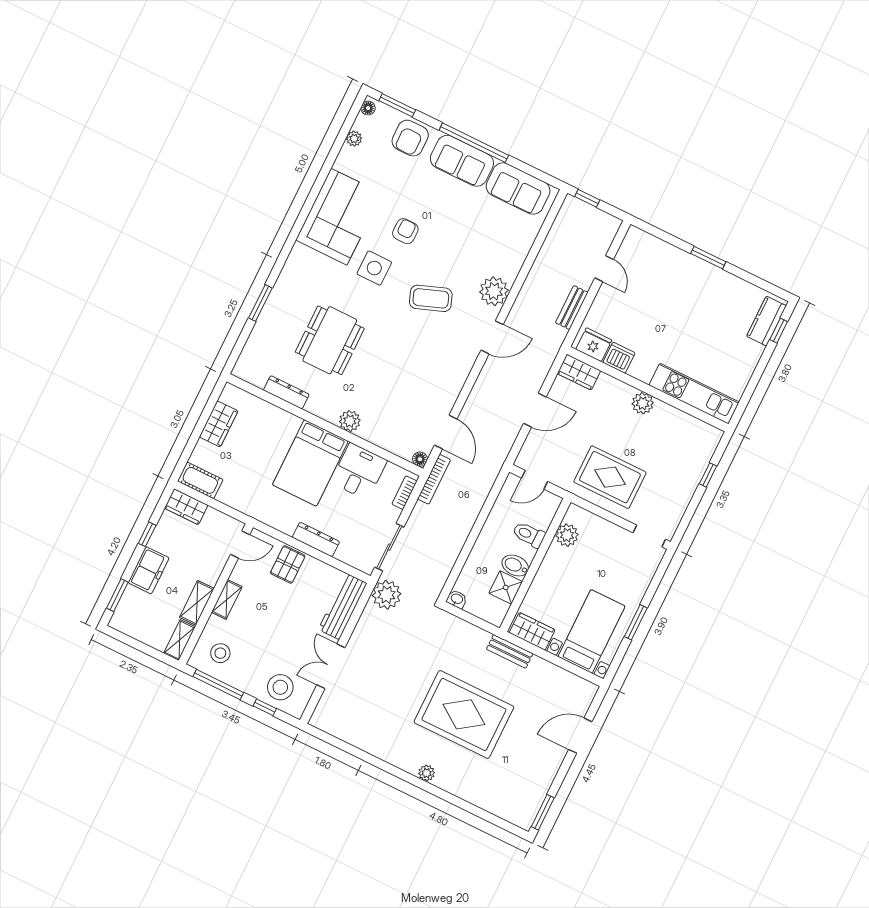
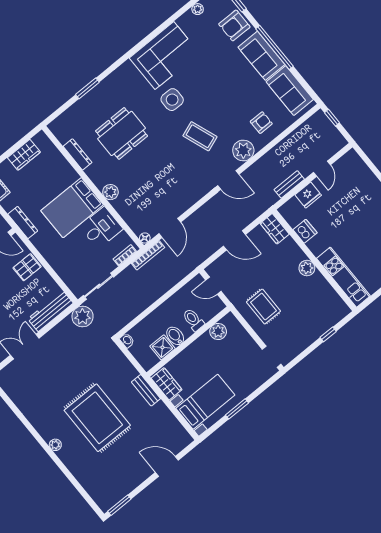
armchair: (405, 231) -> (261, 123), moved
fridge: (594, 345) -> (308, 195), moved, turned 90
rug: (610, 477) -> (263, 307), width x0.73, depth x0.70
dresser: (316, 540) -> (23, 223), moved

